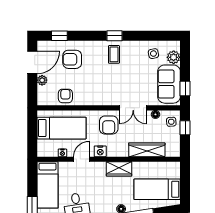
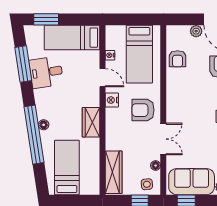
armchair: (65, 96) -> (177, 59), turned 90
double door: (133, 108) -> (163, 139), swing flipped
wardrobe: (147, 150) -> (114, 172), moved

